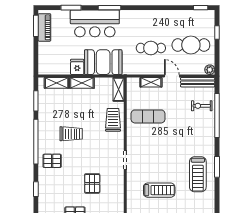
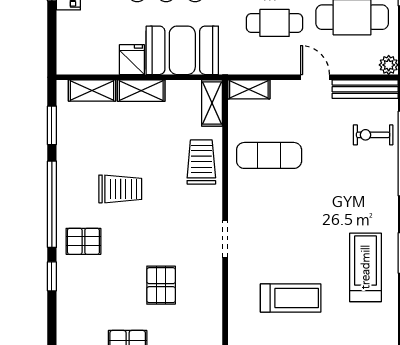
shelving: (151, 82) -> (249, 89), moved
treadmill: (198, 174) -> (366, 267), turned 180
window: (36, 189) -> (52, 276), moved

